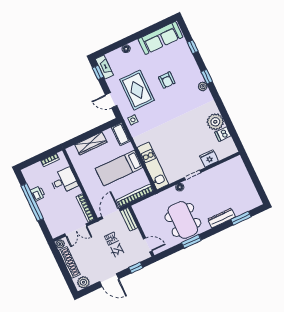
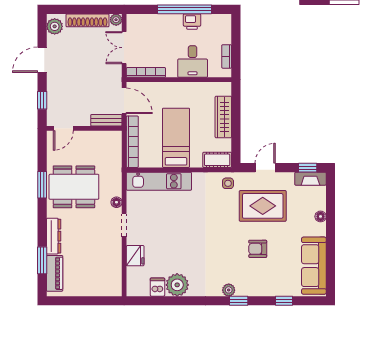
piano: (246, 206) -> (55, 273), added

